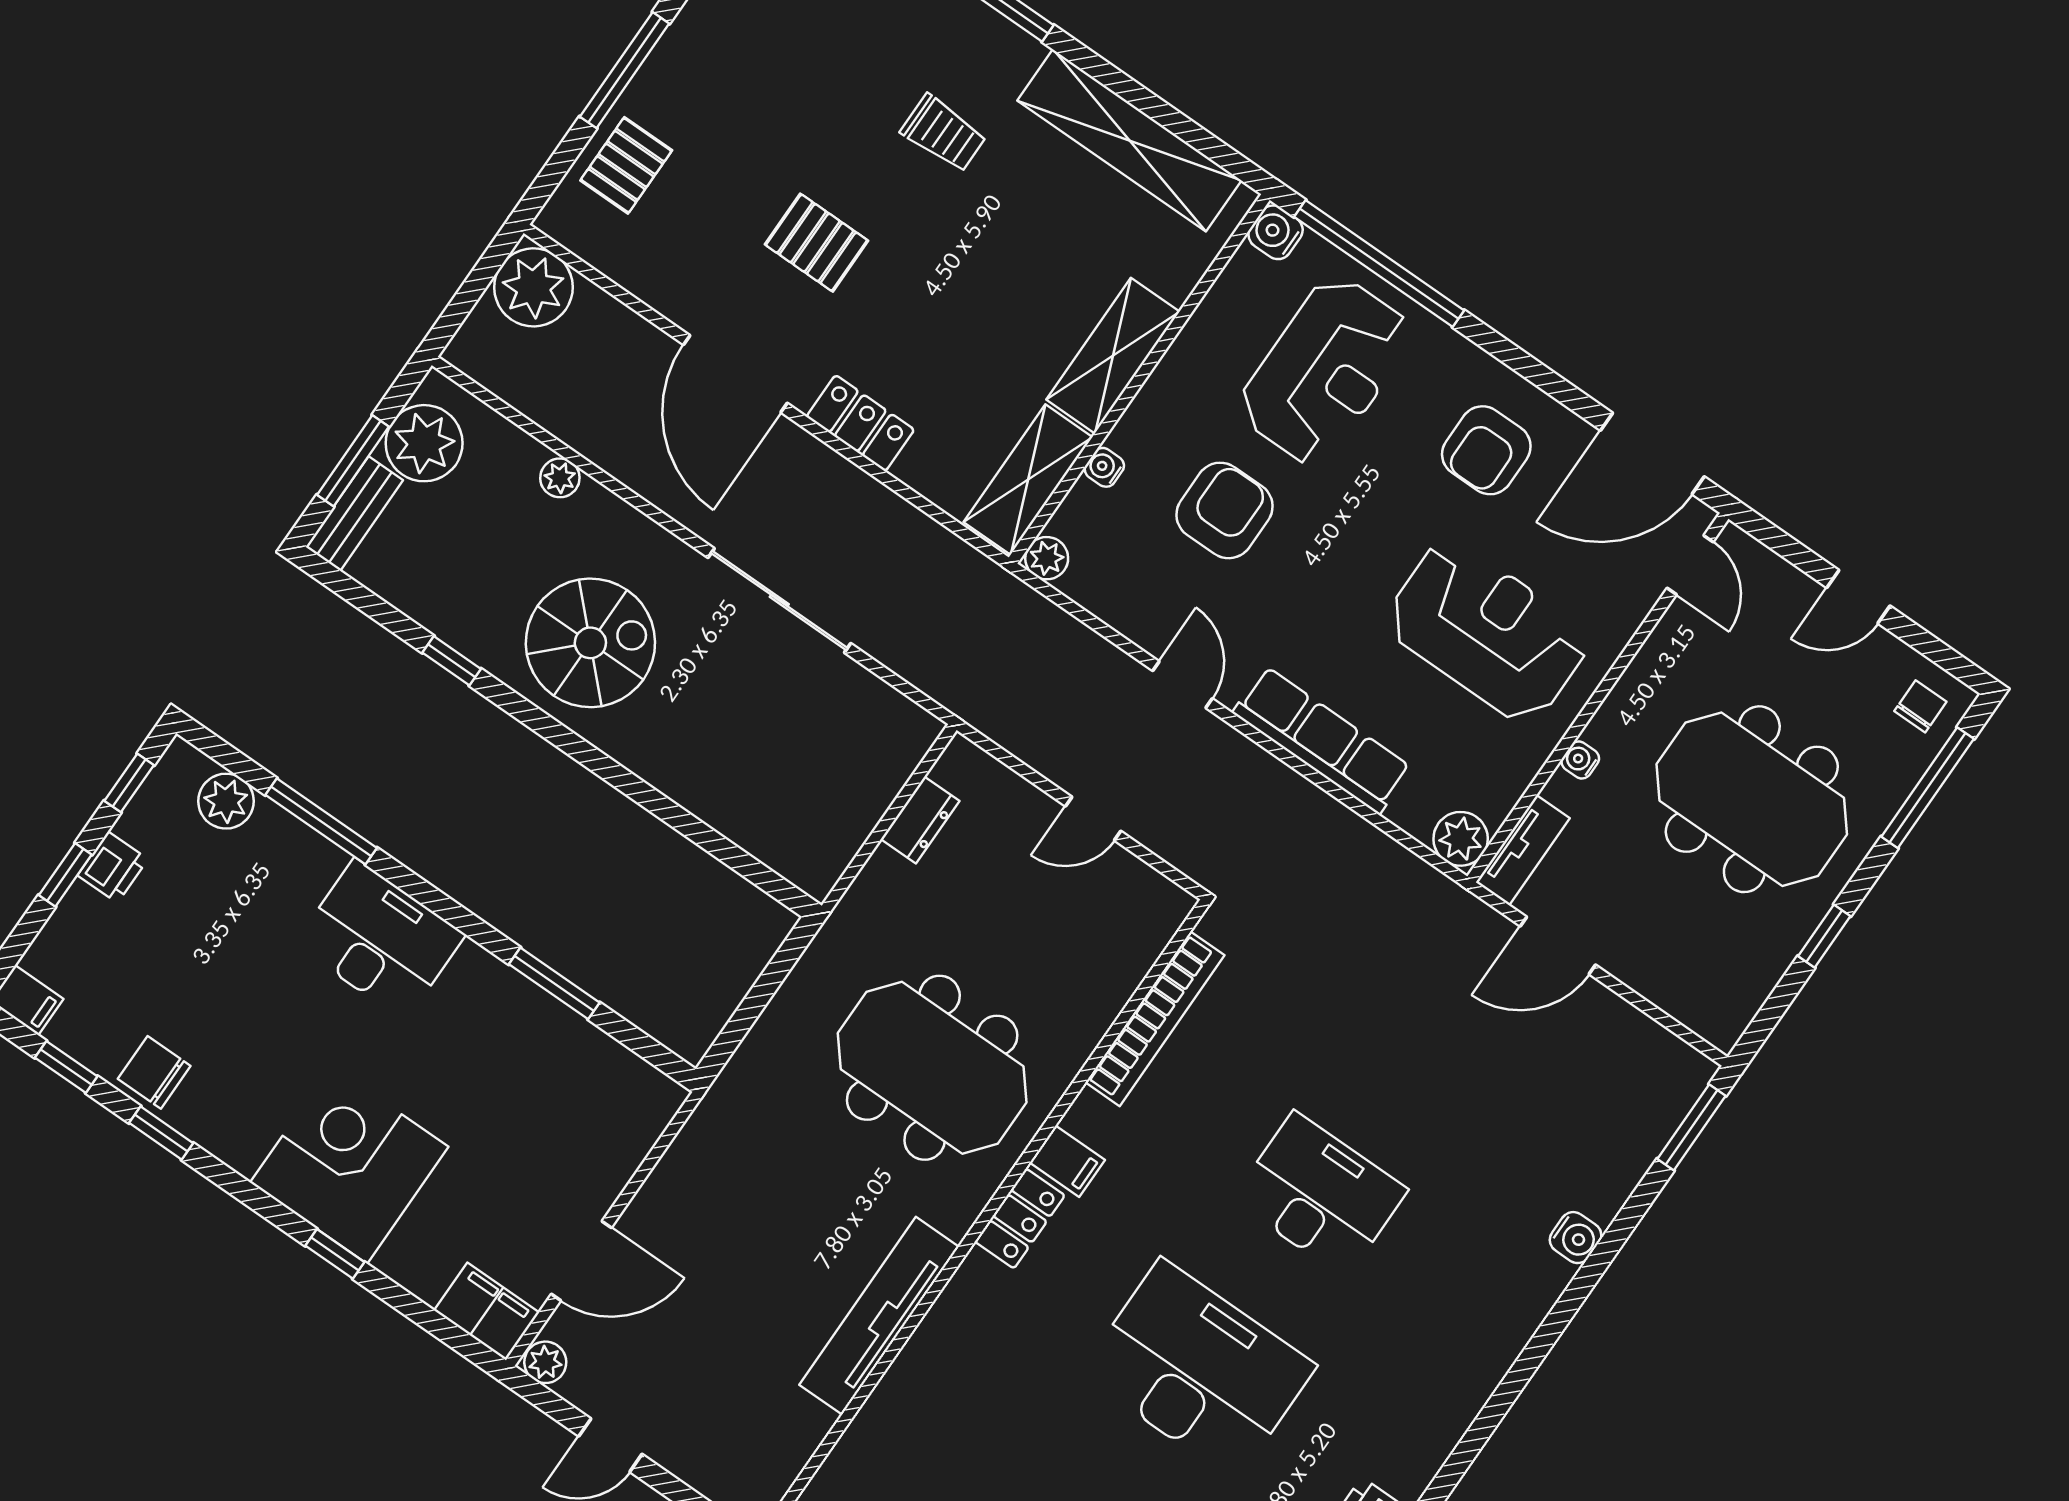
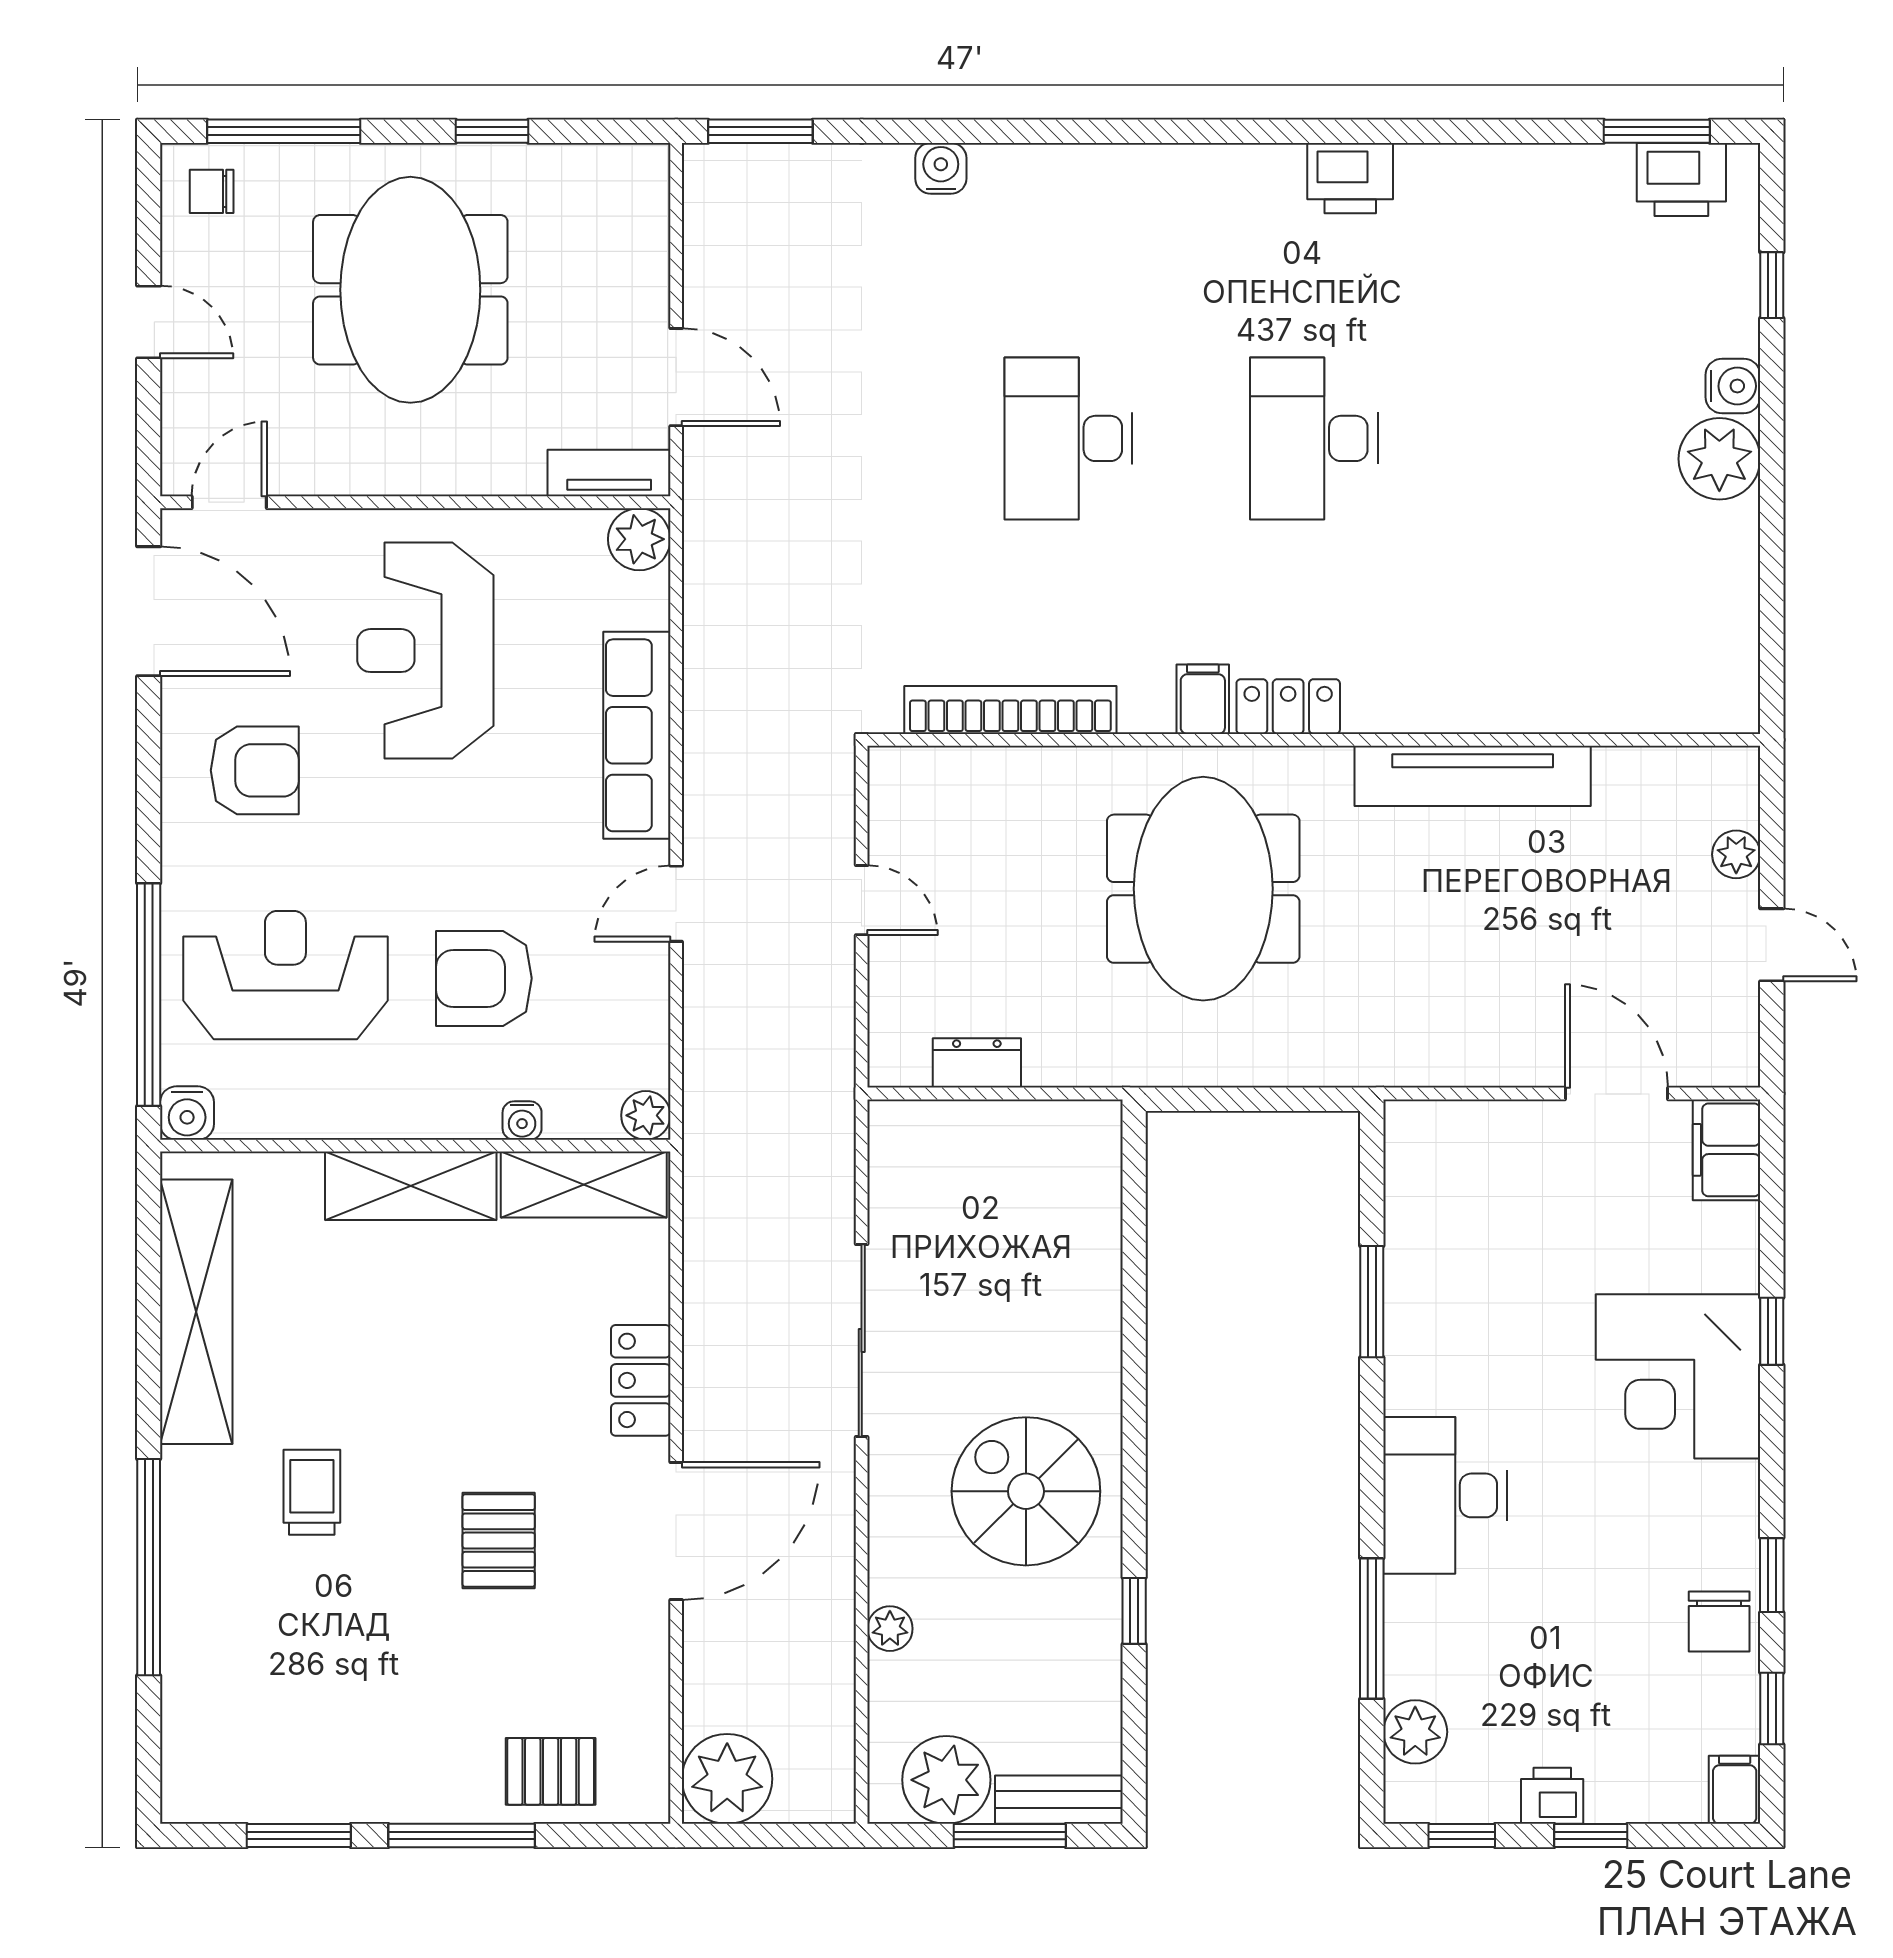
water cooler: (1580, 760) -> (486, 478), removed
plant: (545, 1362) -> (1736, 854), moved
desk: (1198, 1370) -> (1314, 438), width x0.73, depth x0.77

